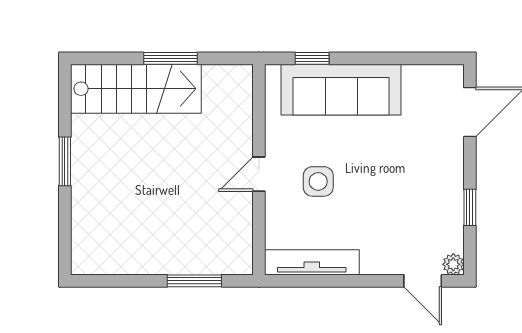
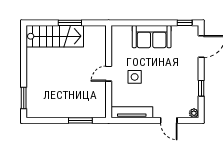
window: (312, 58) -> (185, 23), moved
sofa: (341, 90) -> (152, 37), width x0.73
window: (65, 161) -> (24, 98), moved
door: (423, 281) -> (169, 120), moved

